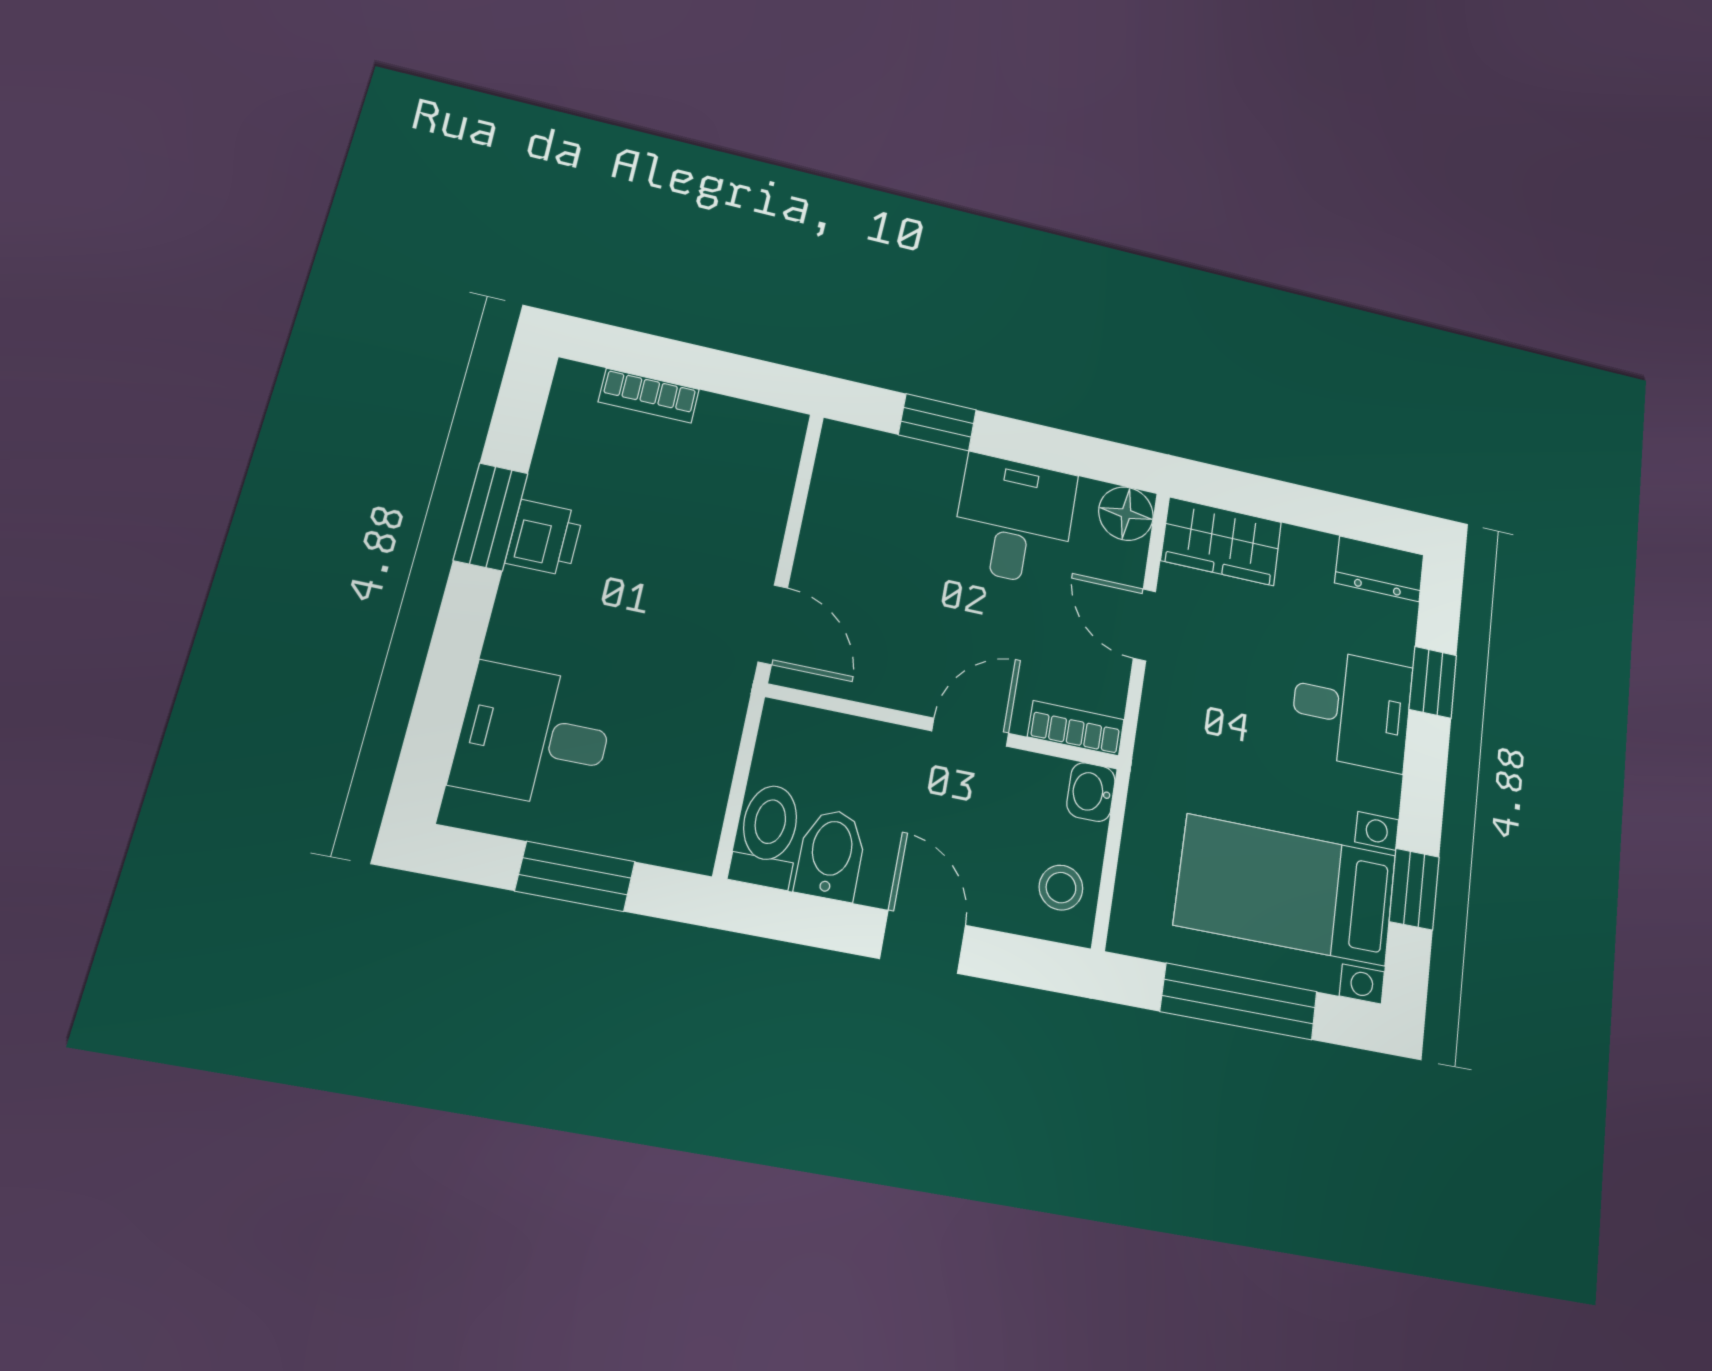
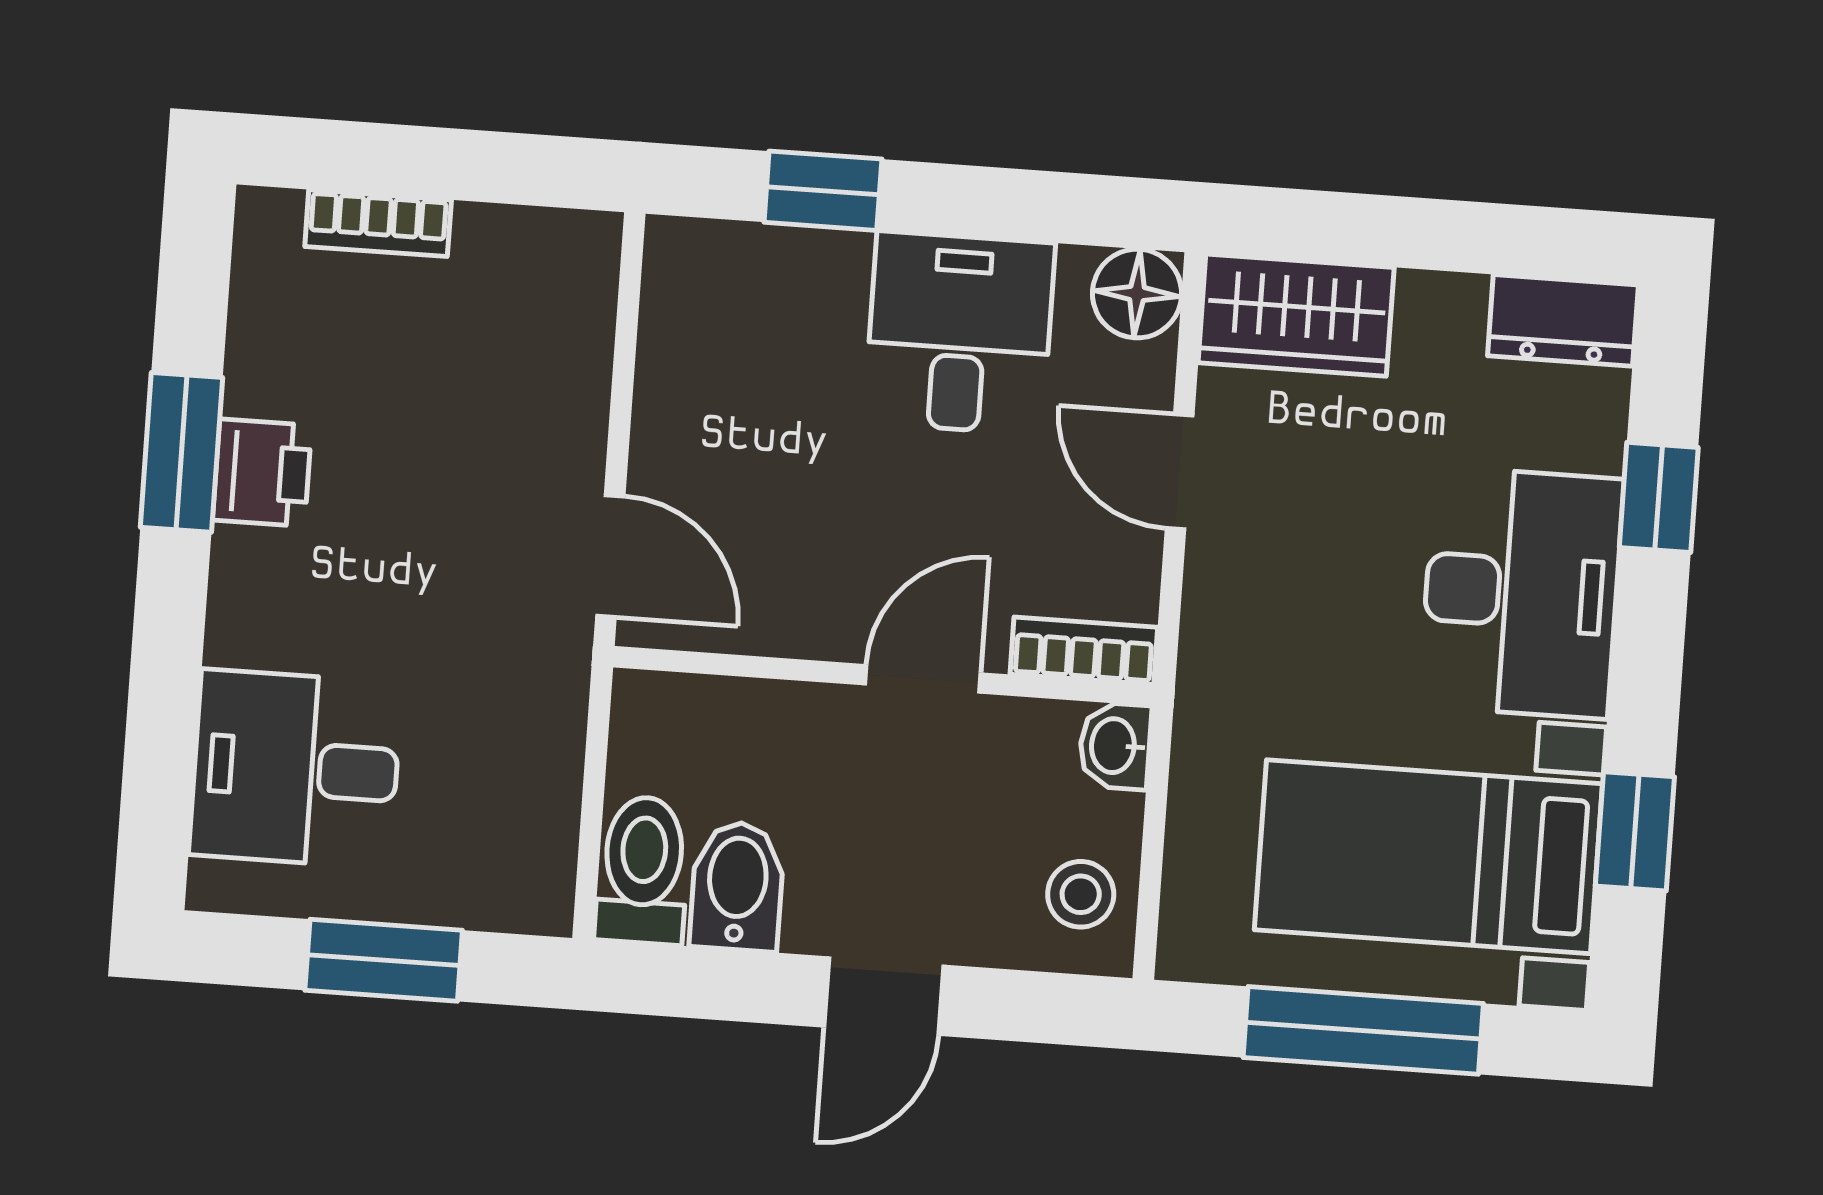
desk: (1351, 709) -> (1521, 593), width x1.37
door: (923, 942) -> (884, 996), swing flipped

